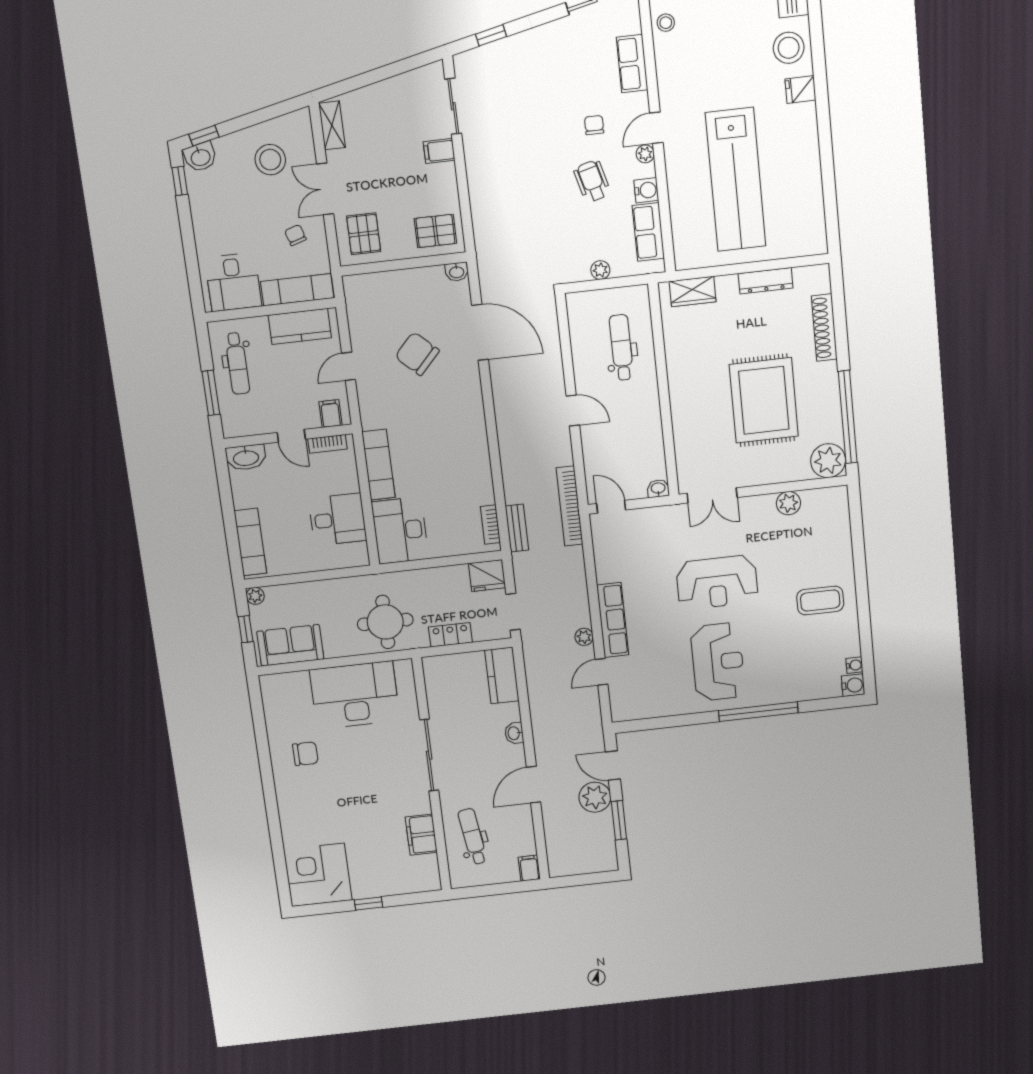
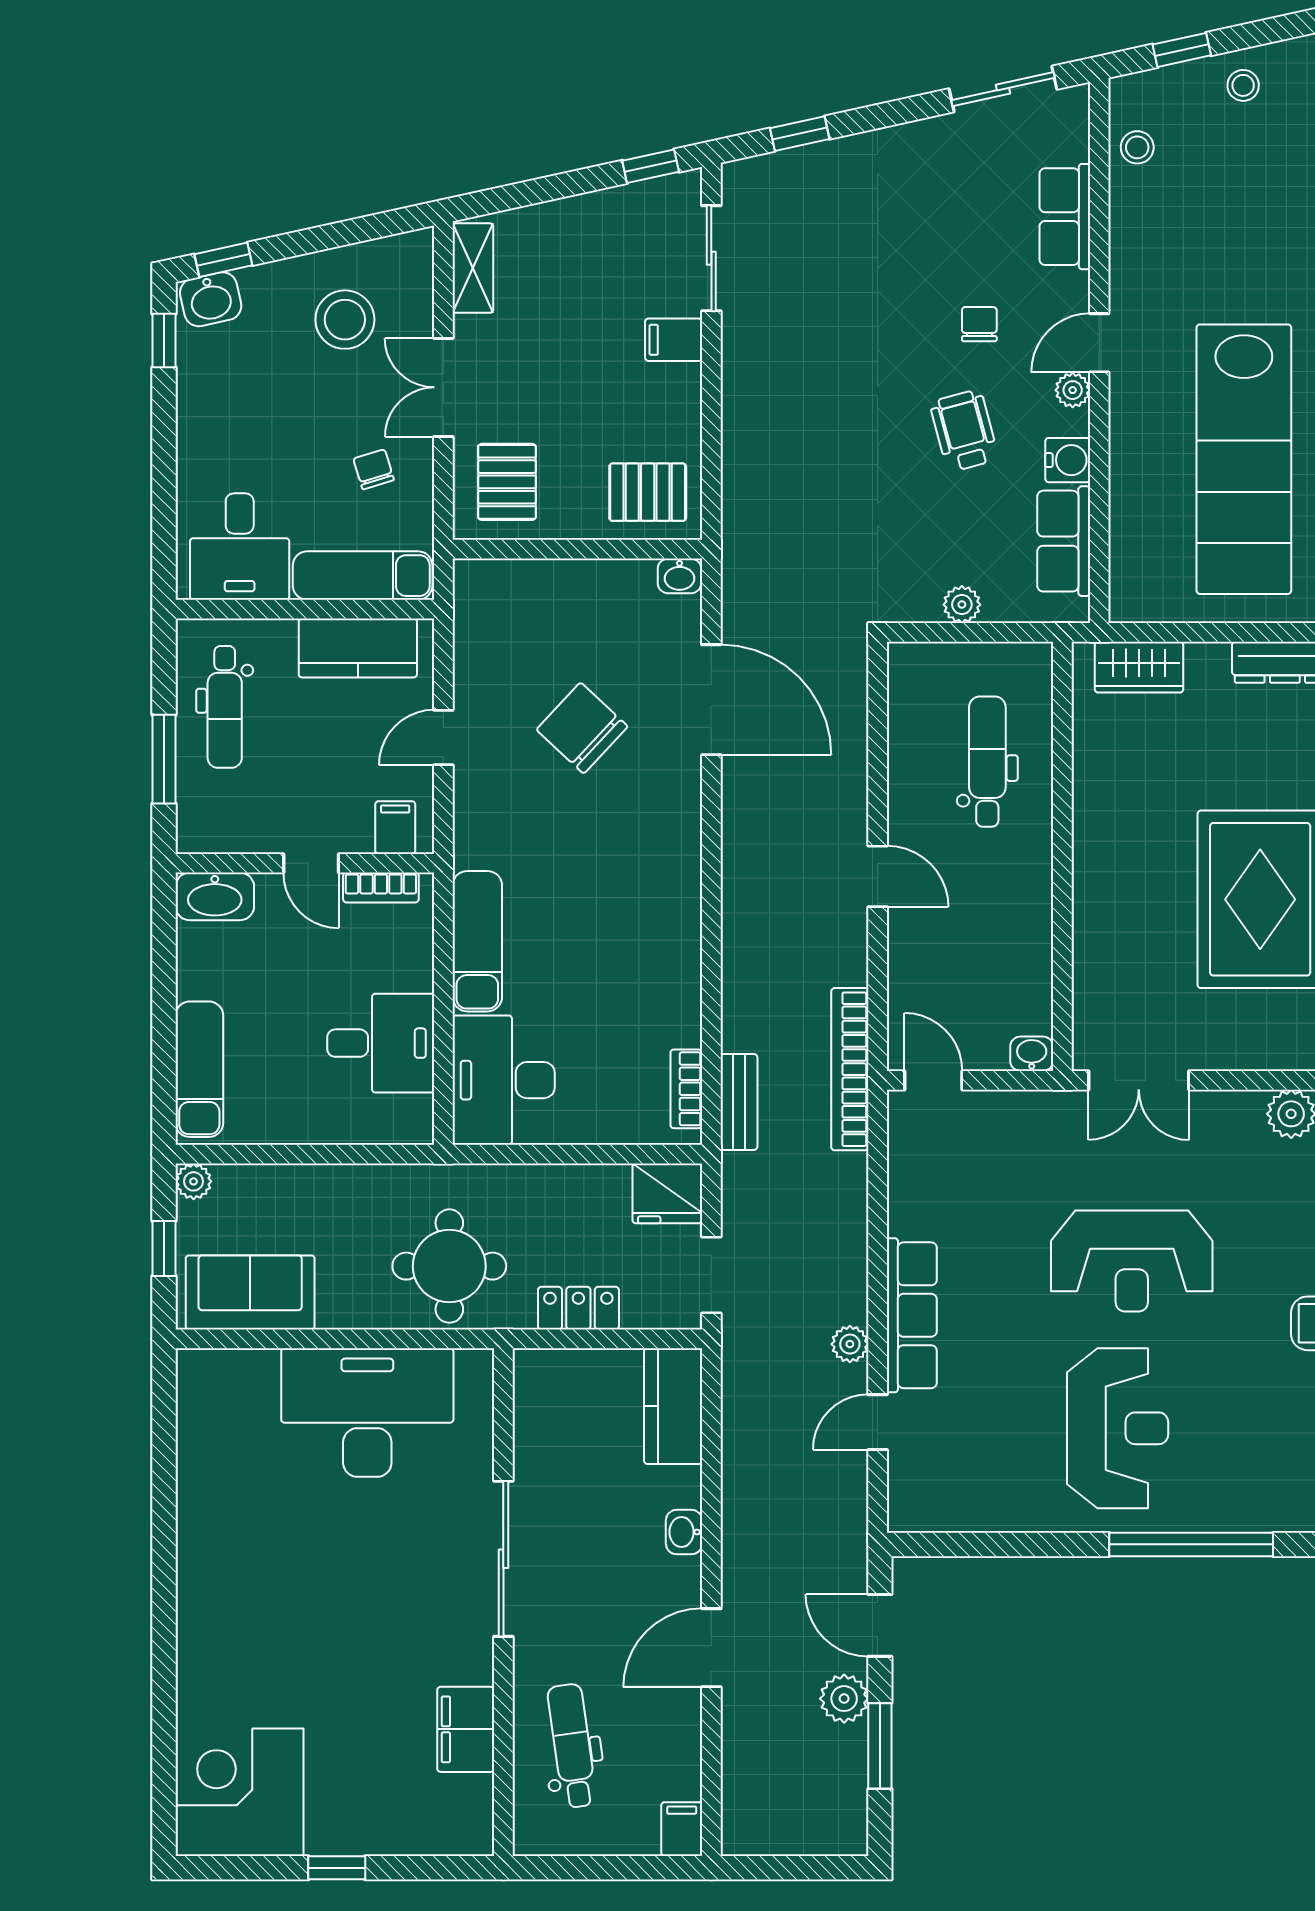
window: (416, 61) -> (651, 166), added
chair: (305, 754) -> (249, 1526), removed
plant: (595, 797) -> (844, 1699), width x0.73, depth x0.73

